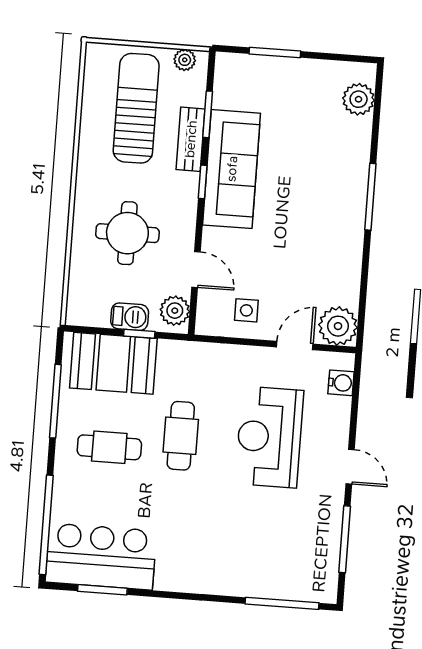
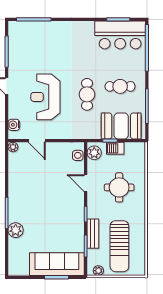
plant: (359, 99) -> (16, 230), moved
sofa: (232, 169) -> (57, 264), moved, turned 90
door: (196, 269) -> (86, 183), moved
side table: (246, 310) -> (78, 155), moved
plant: (338, 326) -> (13, 147), width x0.53, depth x0.53
door: (295, 345) -> (37, 141), hinge flipped
reception desk: (269, 437) -> (45, 97), turned 180

